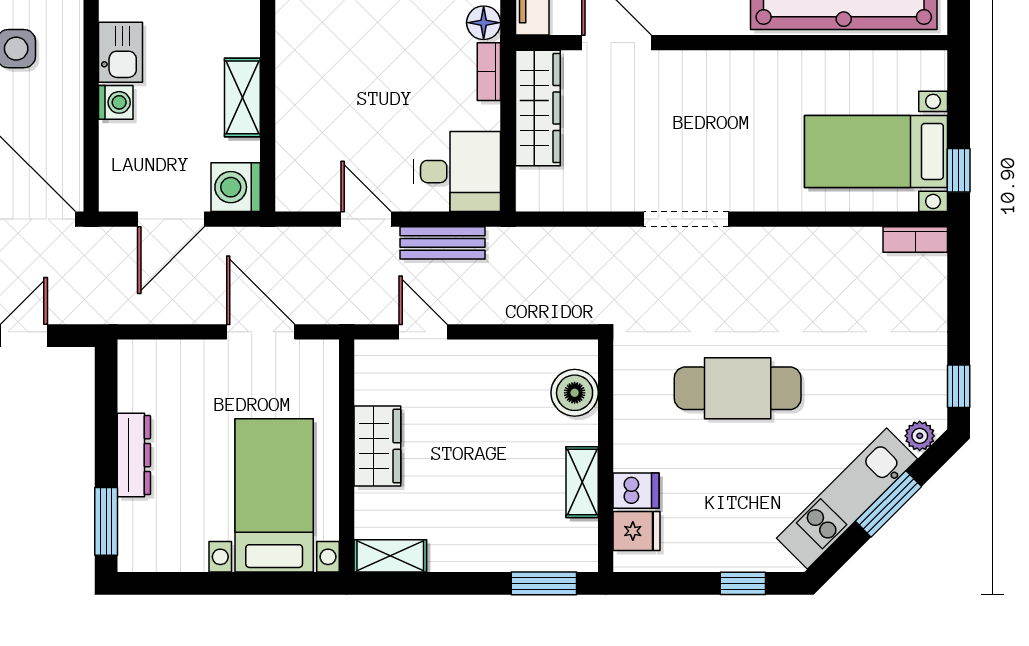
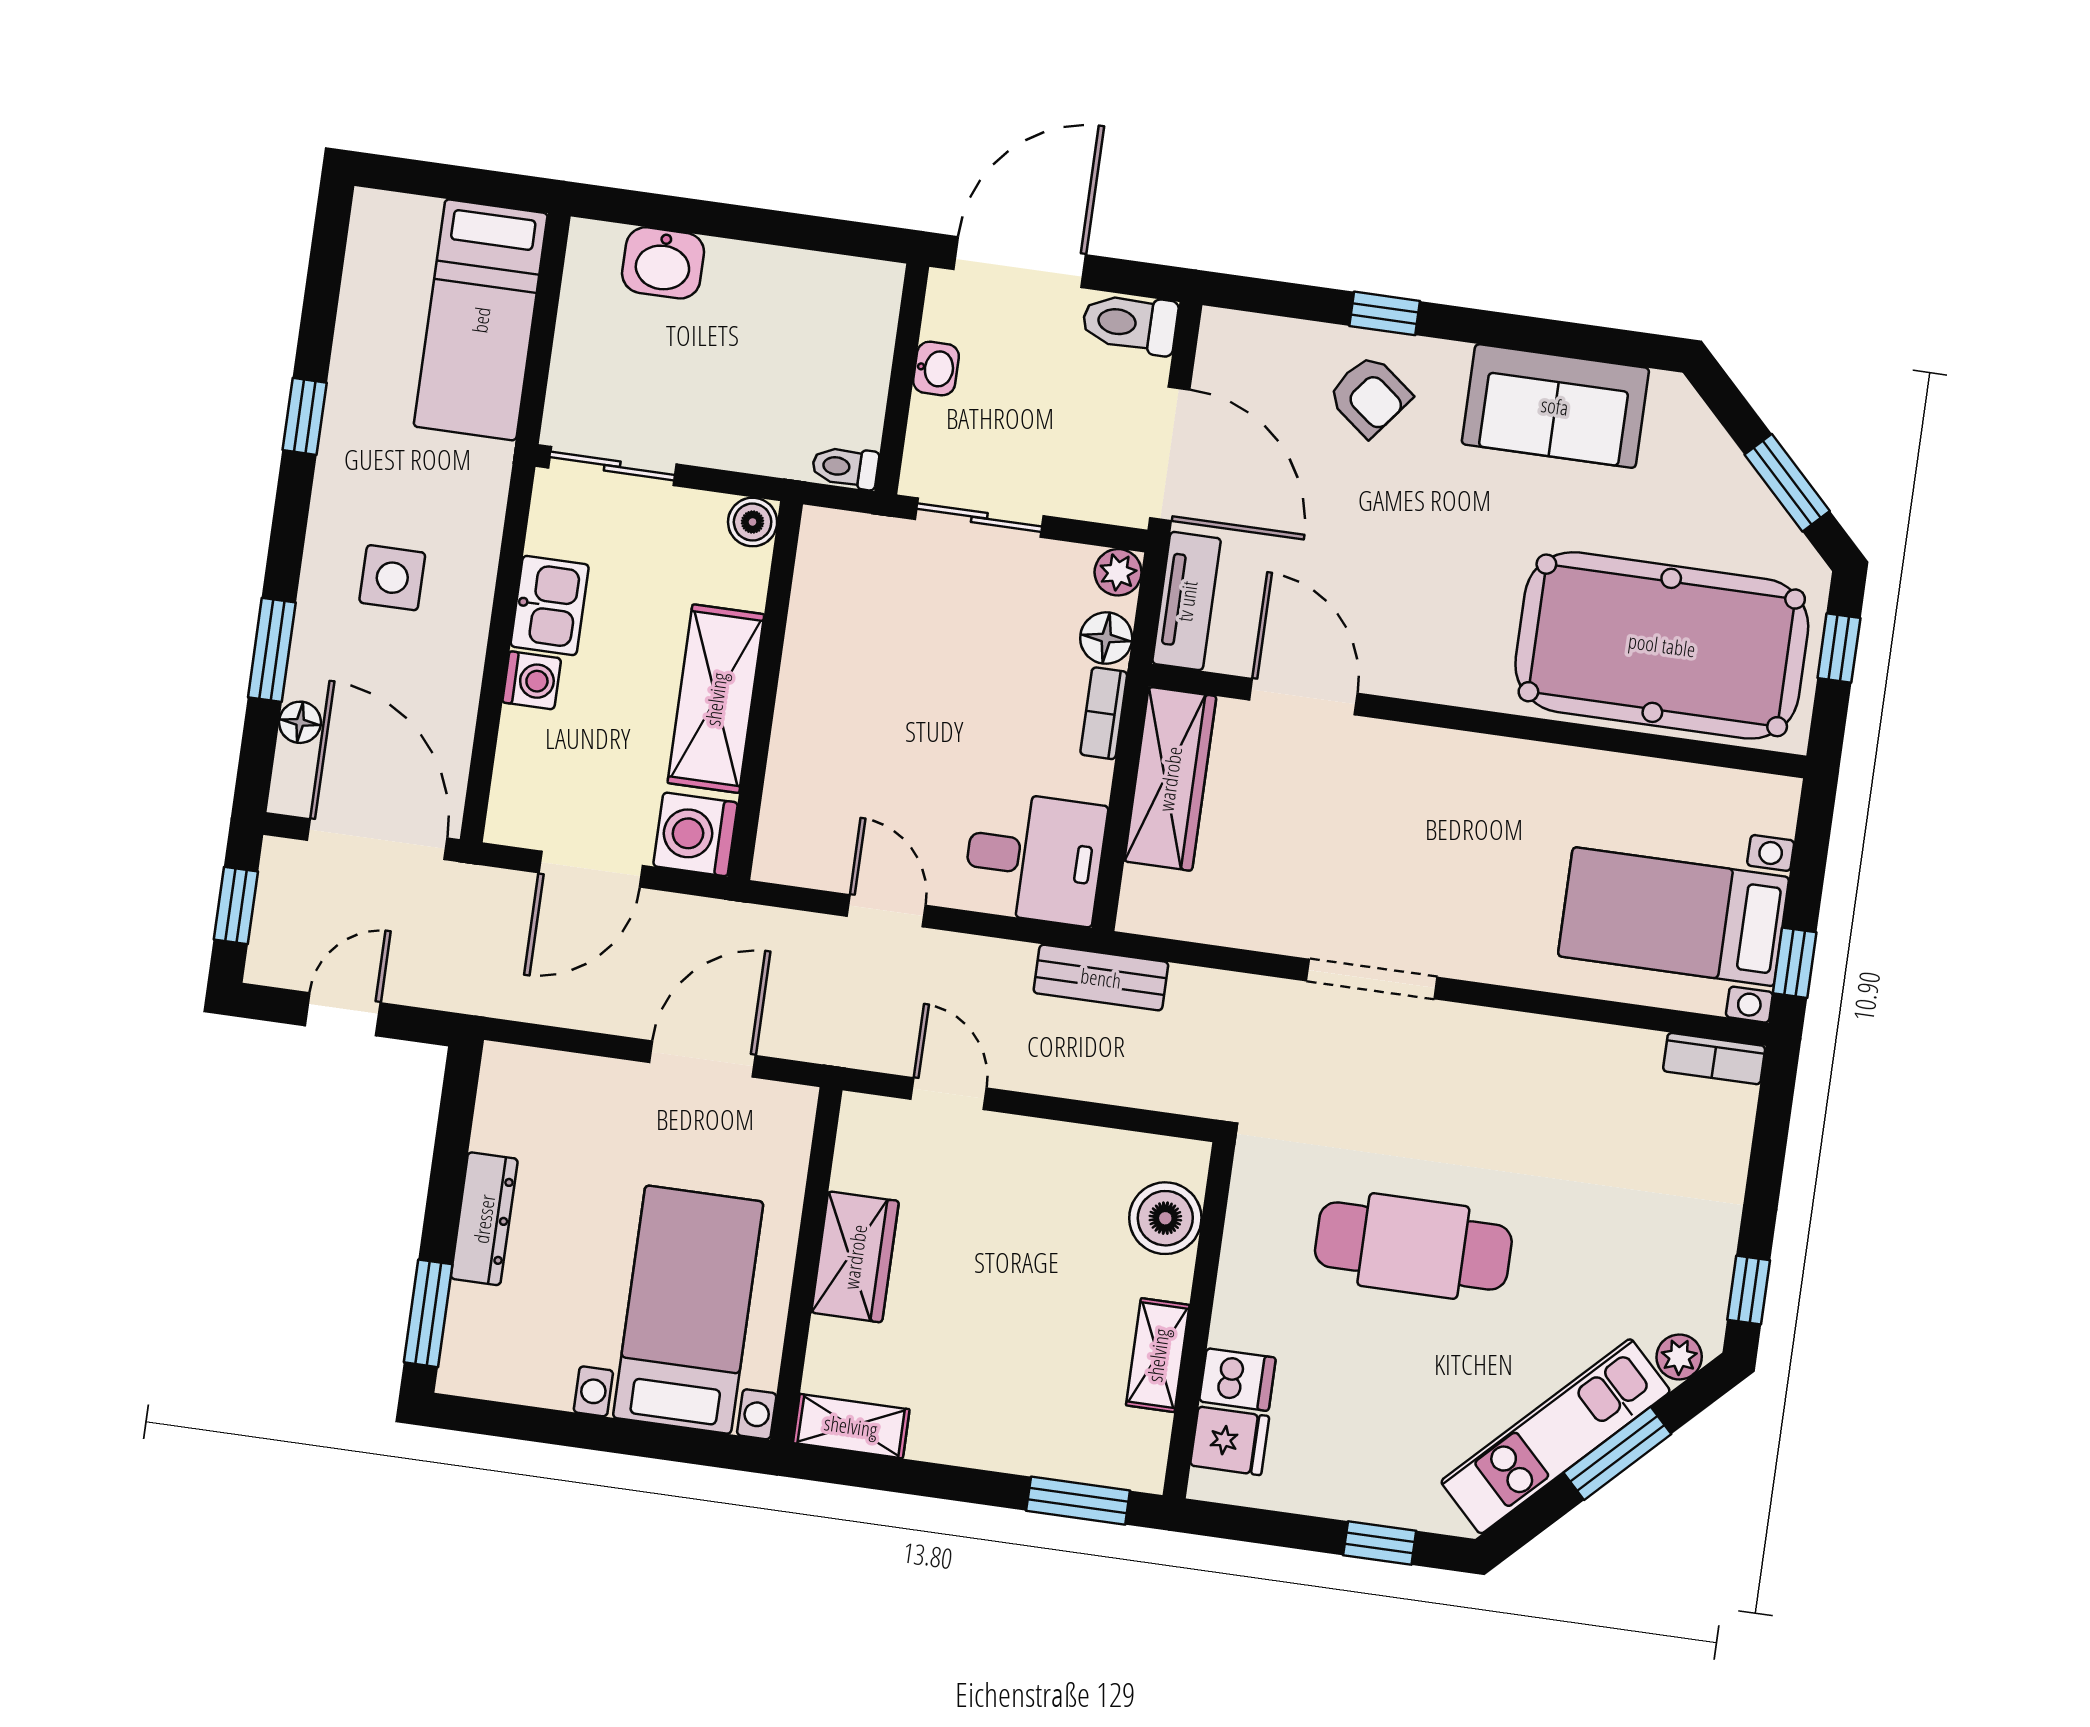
shelving: (242, 97) -> (716, 699), width x1.50, depth x1.33
bench: (443, 243) -> (1101, 978), moved
door: (261, 332) -> (703, 1059), hinge flipped

